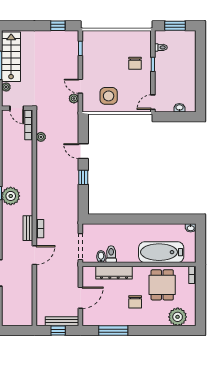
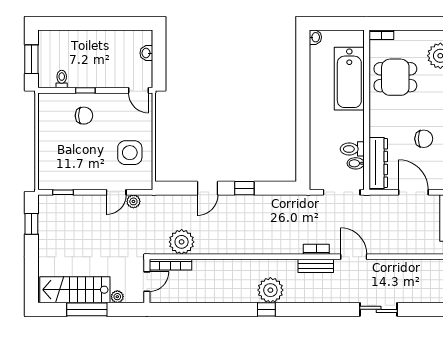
plant: (41, 137) -> (182, 242), width x1.87, depth x1.87
dresser: (114, 273) -> (378, 163), moved
chair: (135, 302) -> (424, 139), moved

